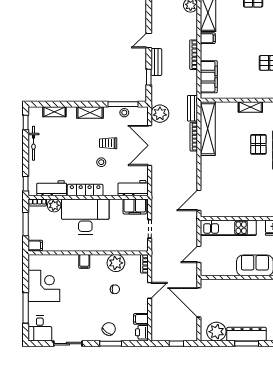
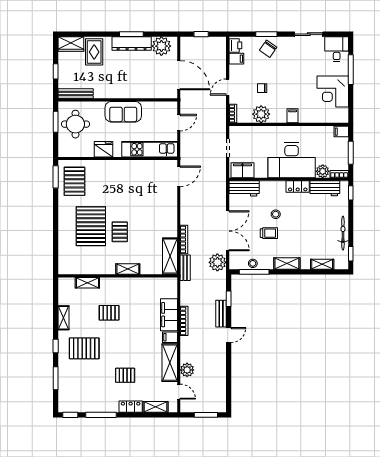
filing cabinet: (209, 77) -> (169, 315), moved
shelving: (208, 129) -> (170, 256), width x0.68
locker: (85, 190) -> (298, 187), width x0.66

